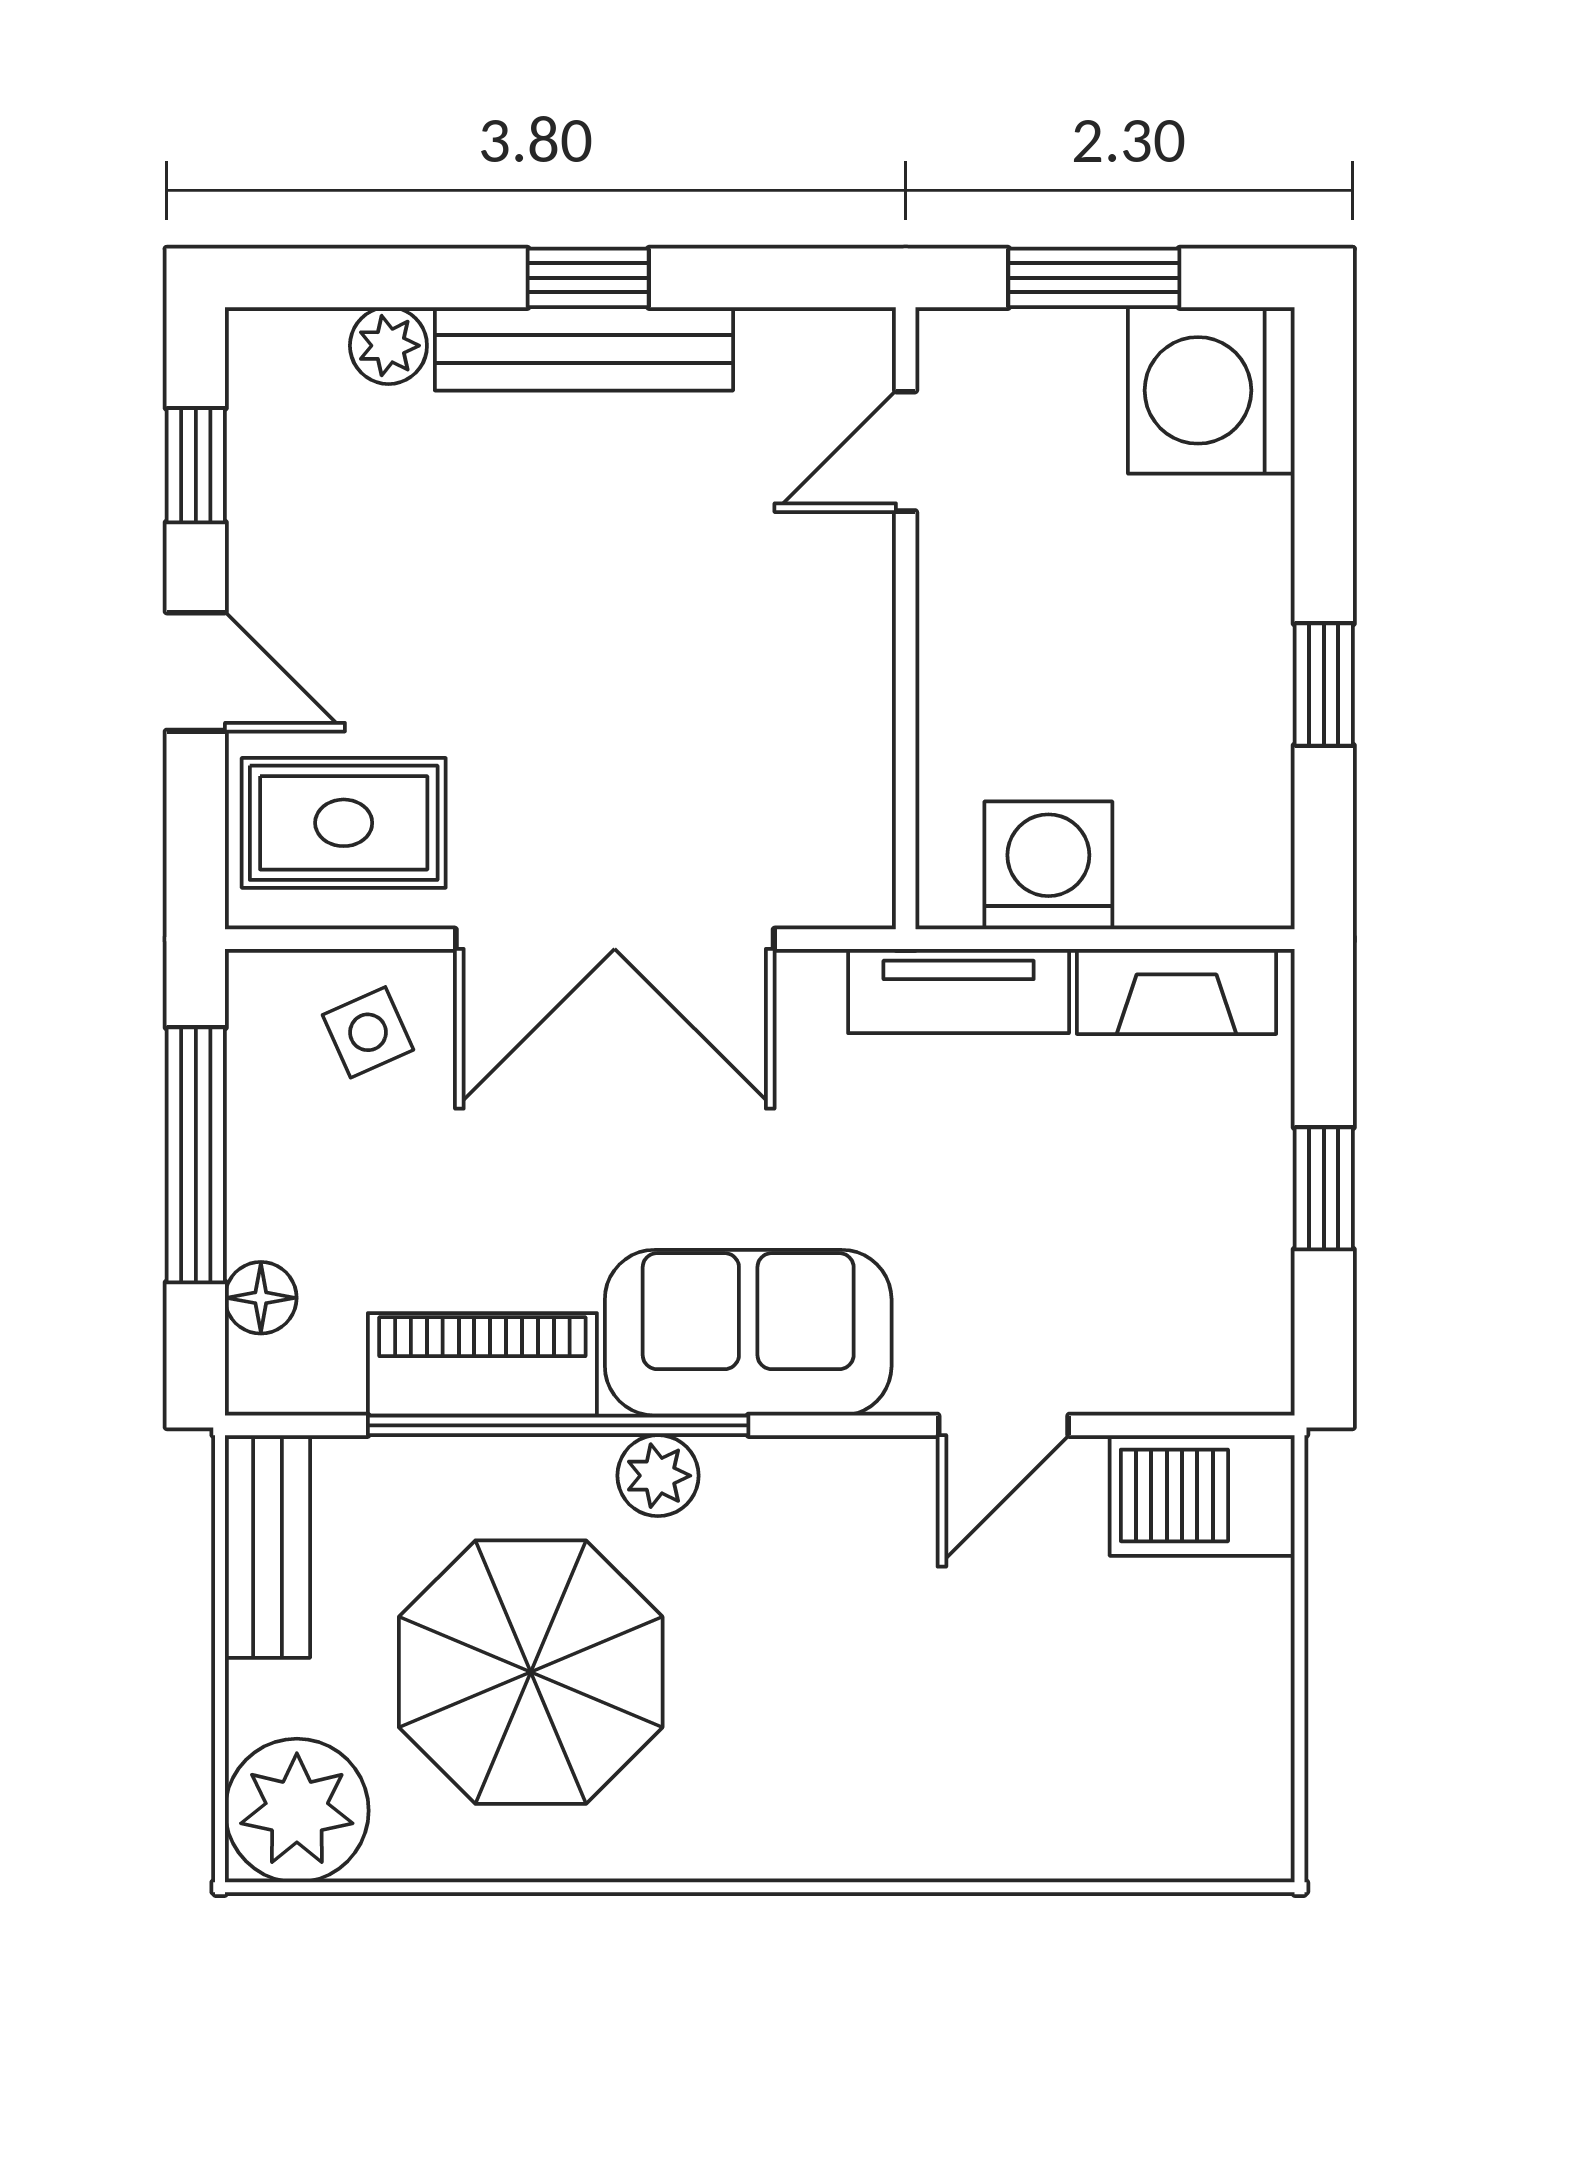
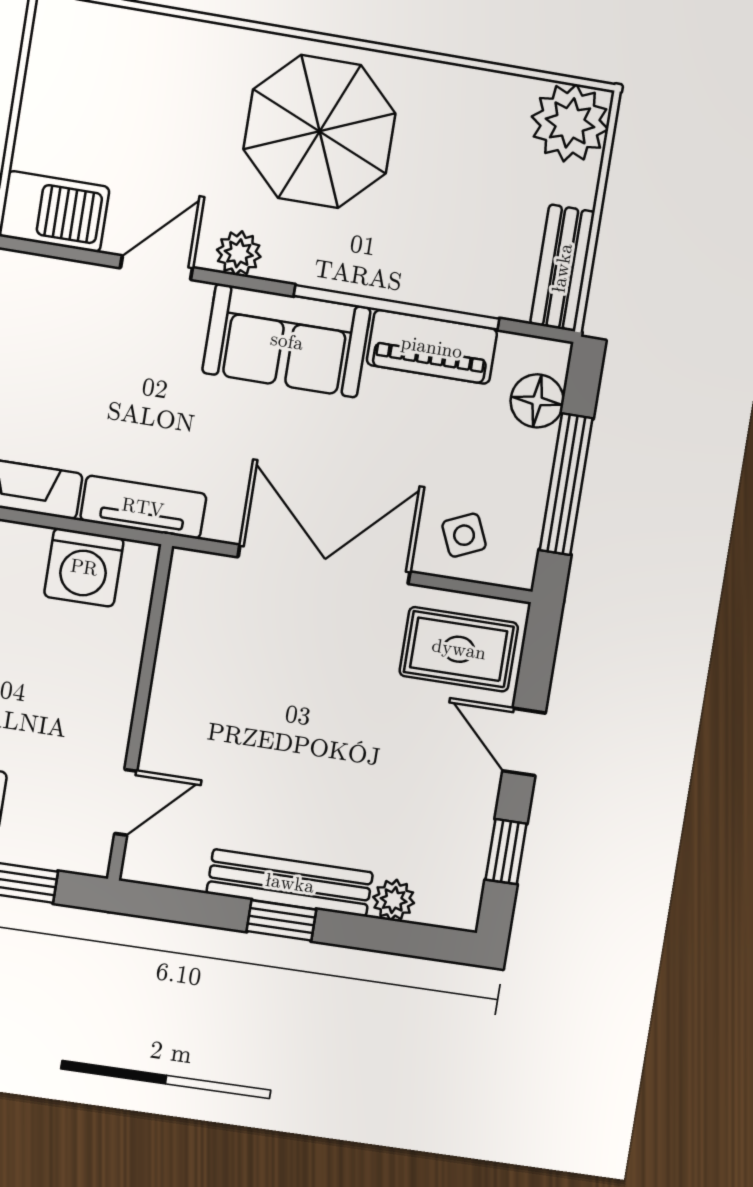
floor lamp: (261, 1298) -> (537, 401), width x1.37, depth x1.37
plant: (658, 1476) -> (239, 253), moved
parasol: (531, 1672) -> (320, 131), moved

